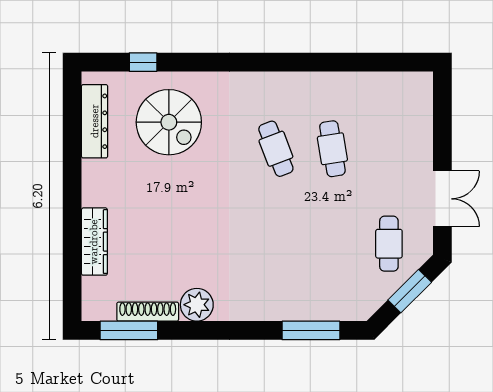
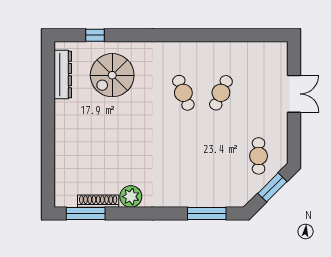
spiral stairs: (169, 122) -> (112, 75), turned 90
cafe table: (332, 149) -> (221, 93), turned 33
double door: (442, 199) -> (294, 94), moved
wardrobe: (94, 242) -> (63, 155), removed

